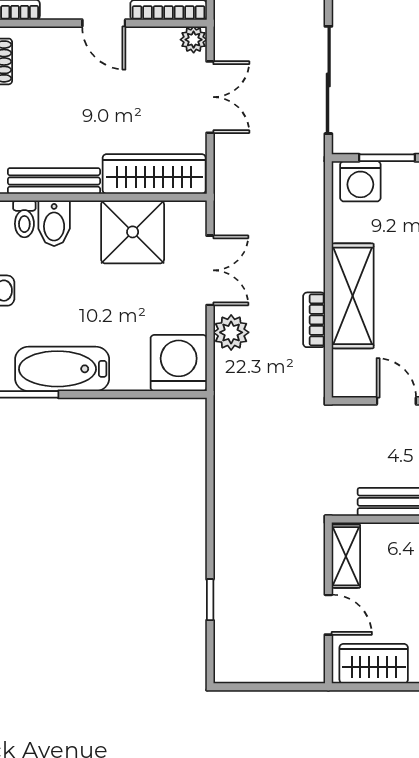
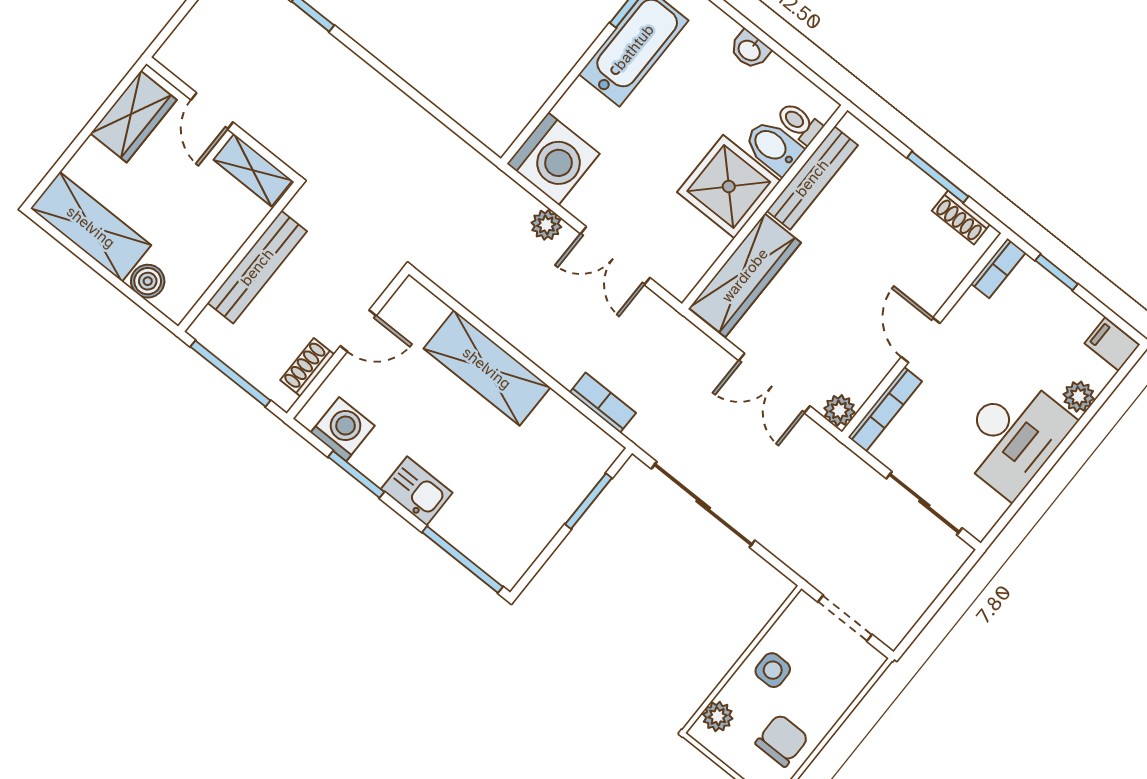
door: (104, 23) -> (921, 340), hinge flipped
washing machine: (360, 181) -> (587, 459), removed
shower: (133, 232) -> (729, 186), moved
bookcase: (314, 320) -> (603, 403), moved
plant: (231, 332) -> (546, 225), width x0.73, depth x0.73
door: (328, 615) -> (212, 111), hinge flipped

